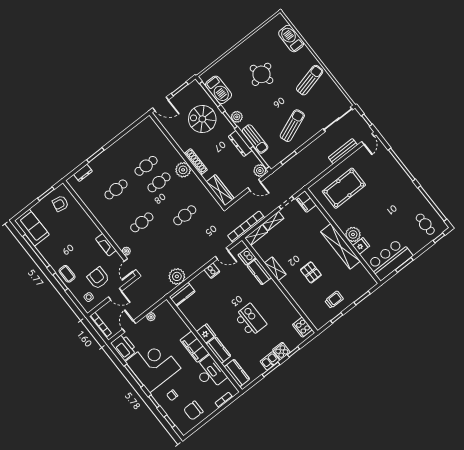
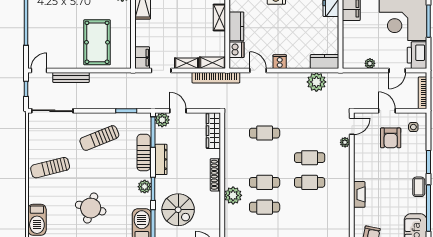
round table: (261, 74) -> (91, 208), turned 31
plant: (183, 170) -> (233, 195), moved
pool table: (344, 188) -> (97, 42), turned 90
cafe table: (116, 189) -> (310, 182), moved
fireplace: (106, 245) -> (359, 194), moved
coffee table: (67, 274) -> (419, 187), moved

